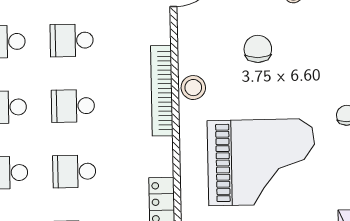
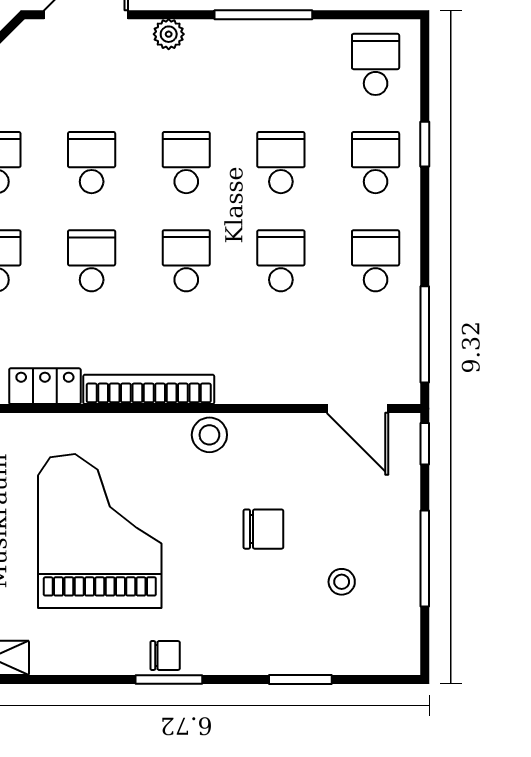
bookcase: (162, 91) -> (149, 389), moved
grand piano: (261, 162) -> (100, 531), turned 180

